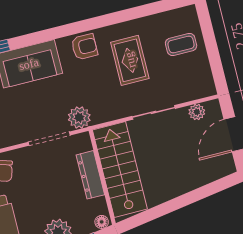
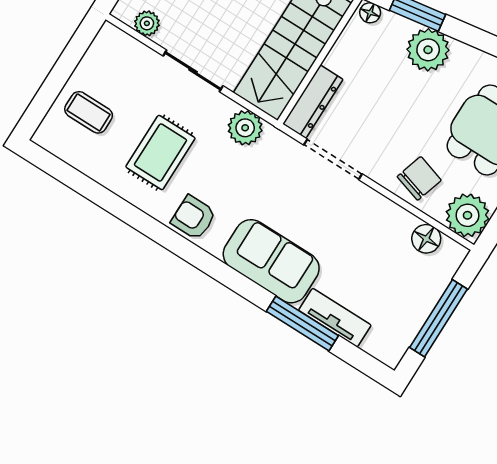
plant: (79, 117) -> (245, 128), moved
dresser: (90, 175) -> (313, 102), moved

